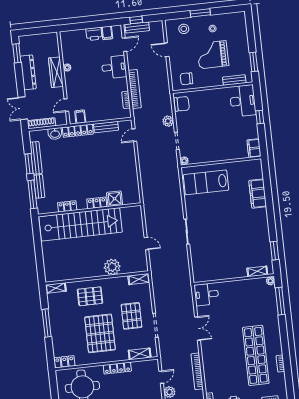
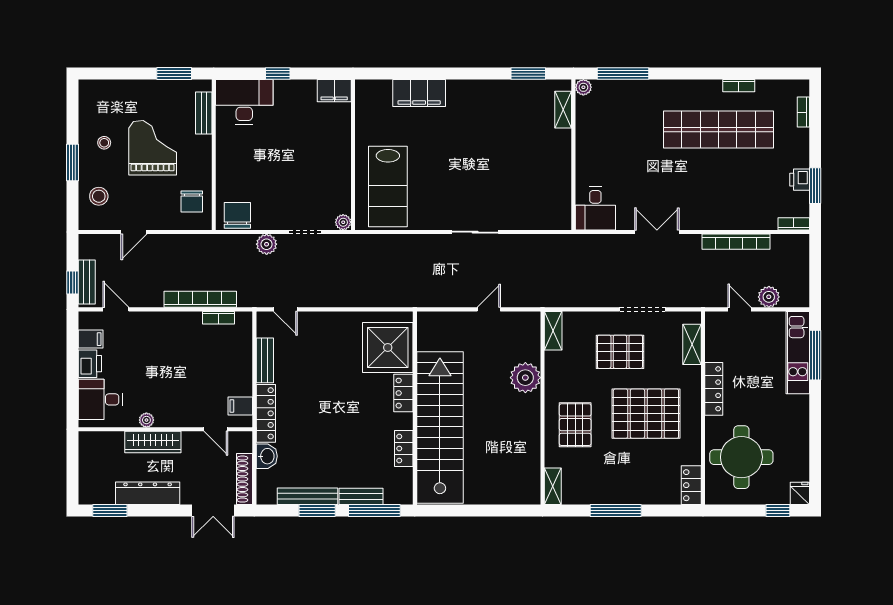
grand piano: (213, 55) -> (153, 148), turned 180
desk: (114, 67) -> (100, 399), moved, turned -90
shower: (115, 199) -> (388, 347), width x1.86, depth x1.86

